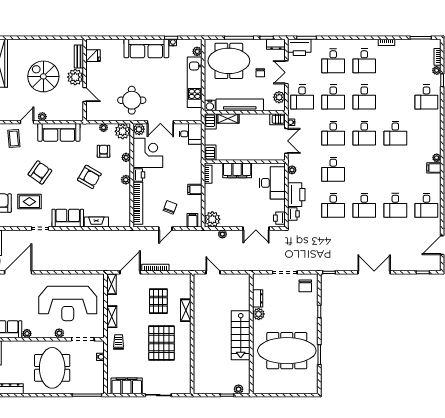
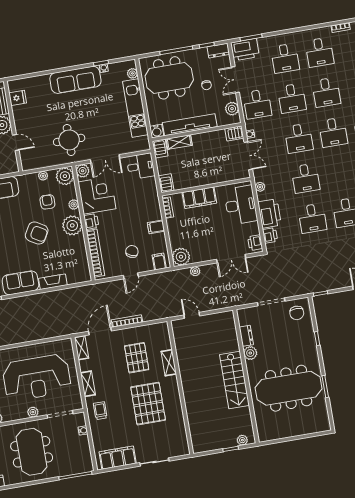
plant: (126, 180) -> (72, 225), width x1.88, depth x1.88

